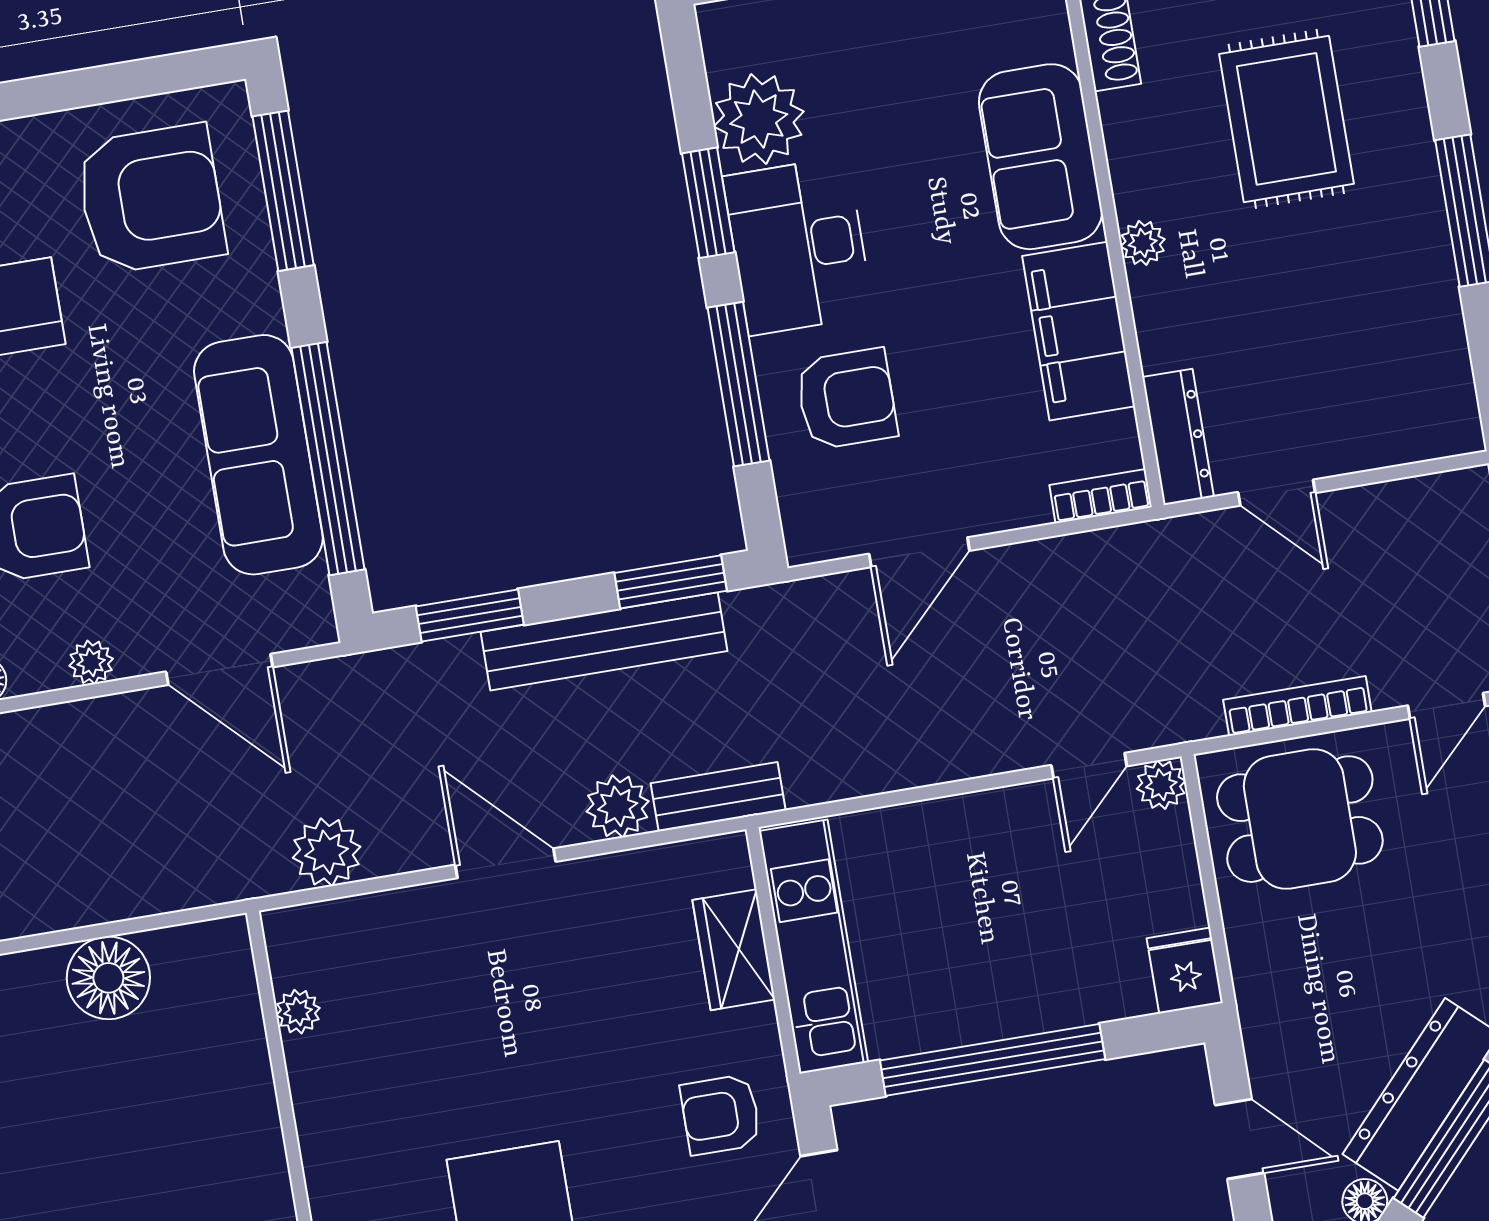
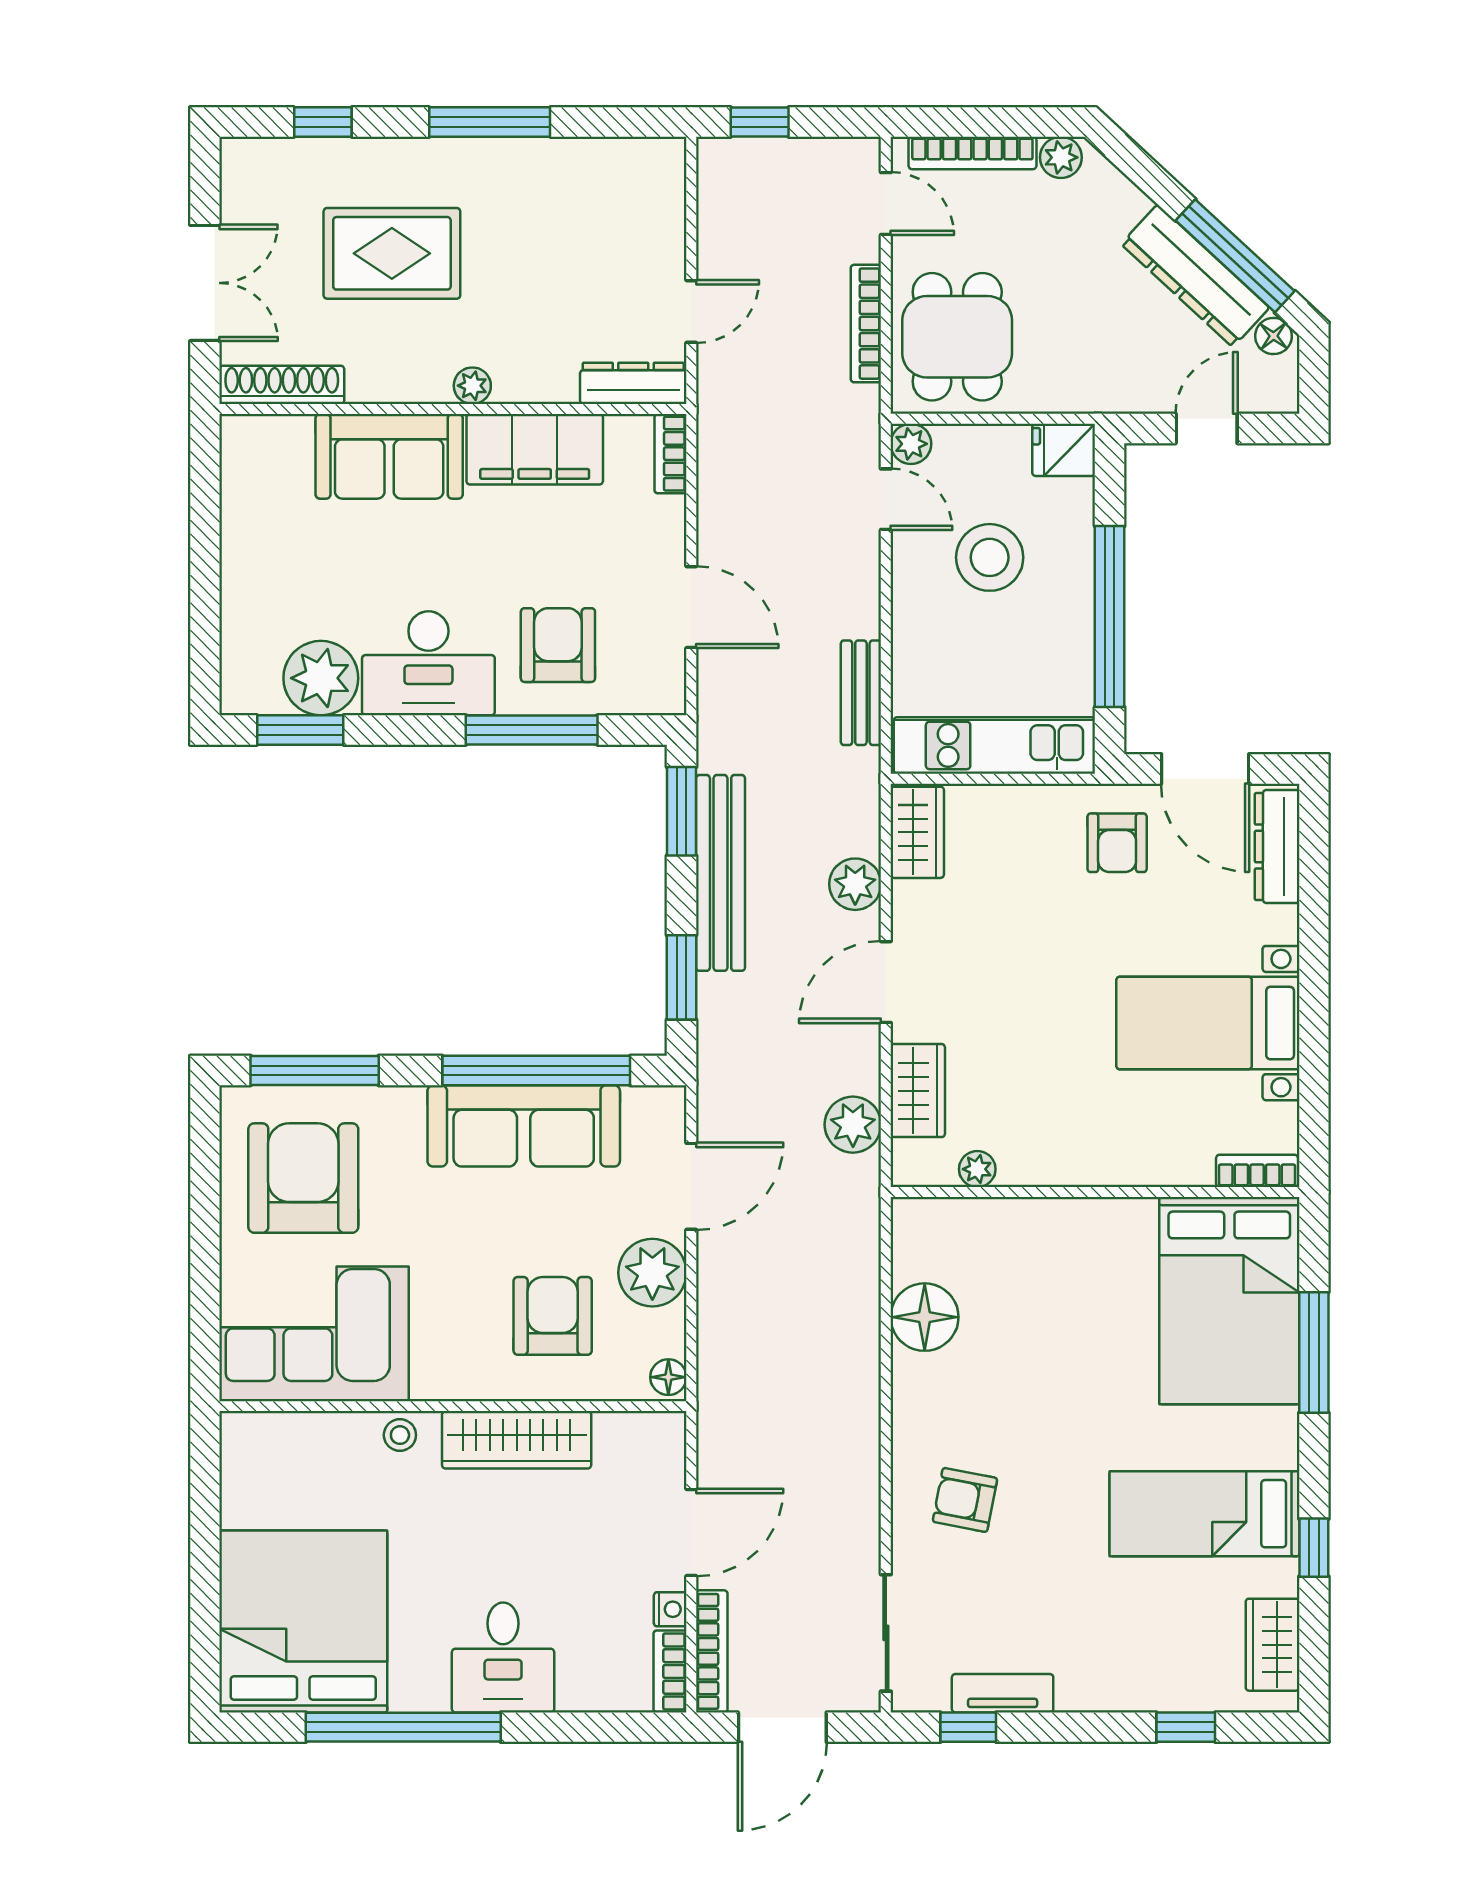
window: (708, 203) -> (300, 730), moved
plant: (91, 662) -> (652, 1273), width x1.88, depth x1.88
bench: (718, 797) -> (861, 693), moved
stool: (1040, 903) -> (990, 557), added
wardrobe: (381, 924) -> (918, 1091), added
wardrobe: (734, 950) -> (917, 832), moved, turned -90

